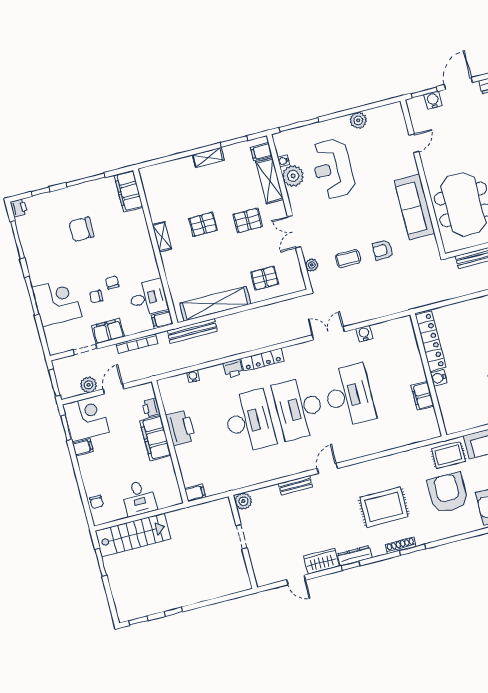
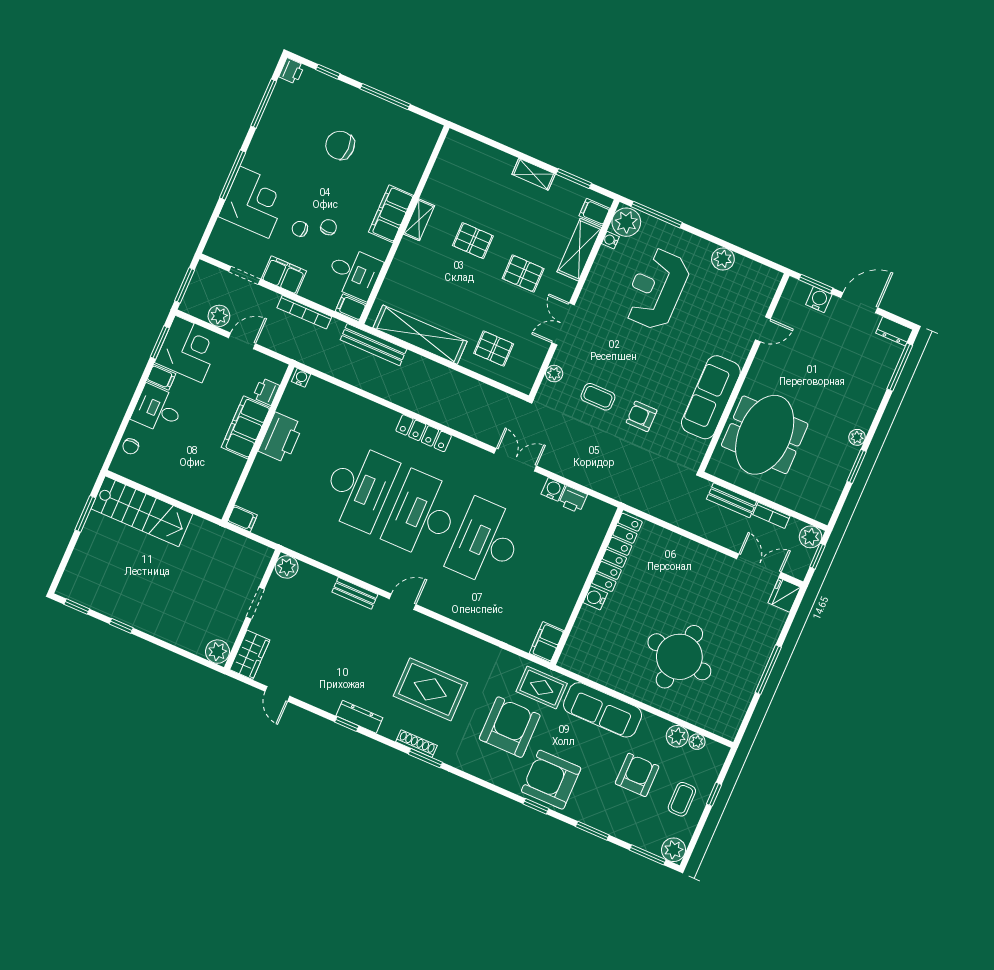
plant: (293, 176) -> (626, 222), moved
filing cabinet: (128, 191) -> (391, 214), moved
printer: (233, 368) -> (573, 499), moved
water cooler: (193, 376) -> (301, 378), moved
desk: (349, 395) -> (486, 542), turned 180
filing cabinet: (423, 396) -> (547, 642), moved
desk: (139, 498) -> (158, 409), moved, turned 90
wardrobe: (321, 561) -> (250, 655), moved, turned 90
plant: (242, 583) -> (217, 652), added

